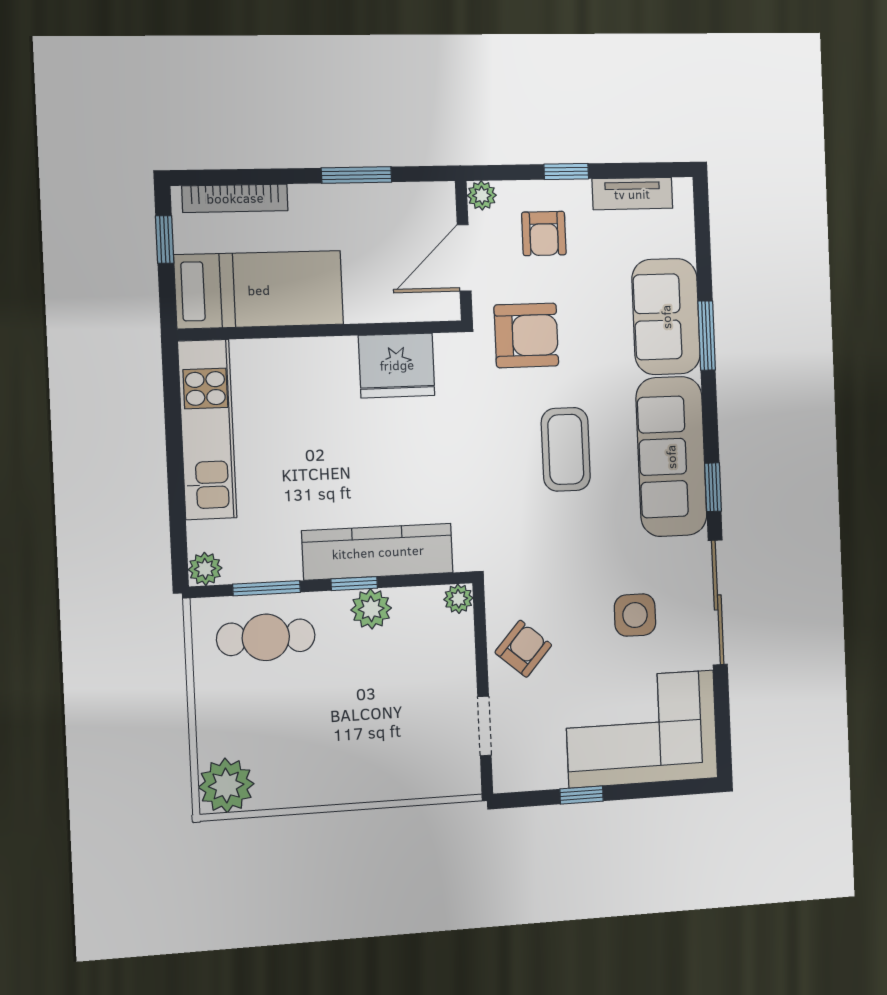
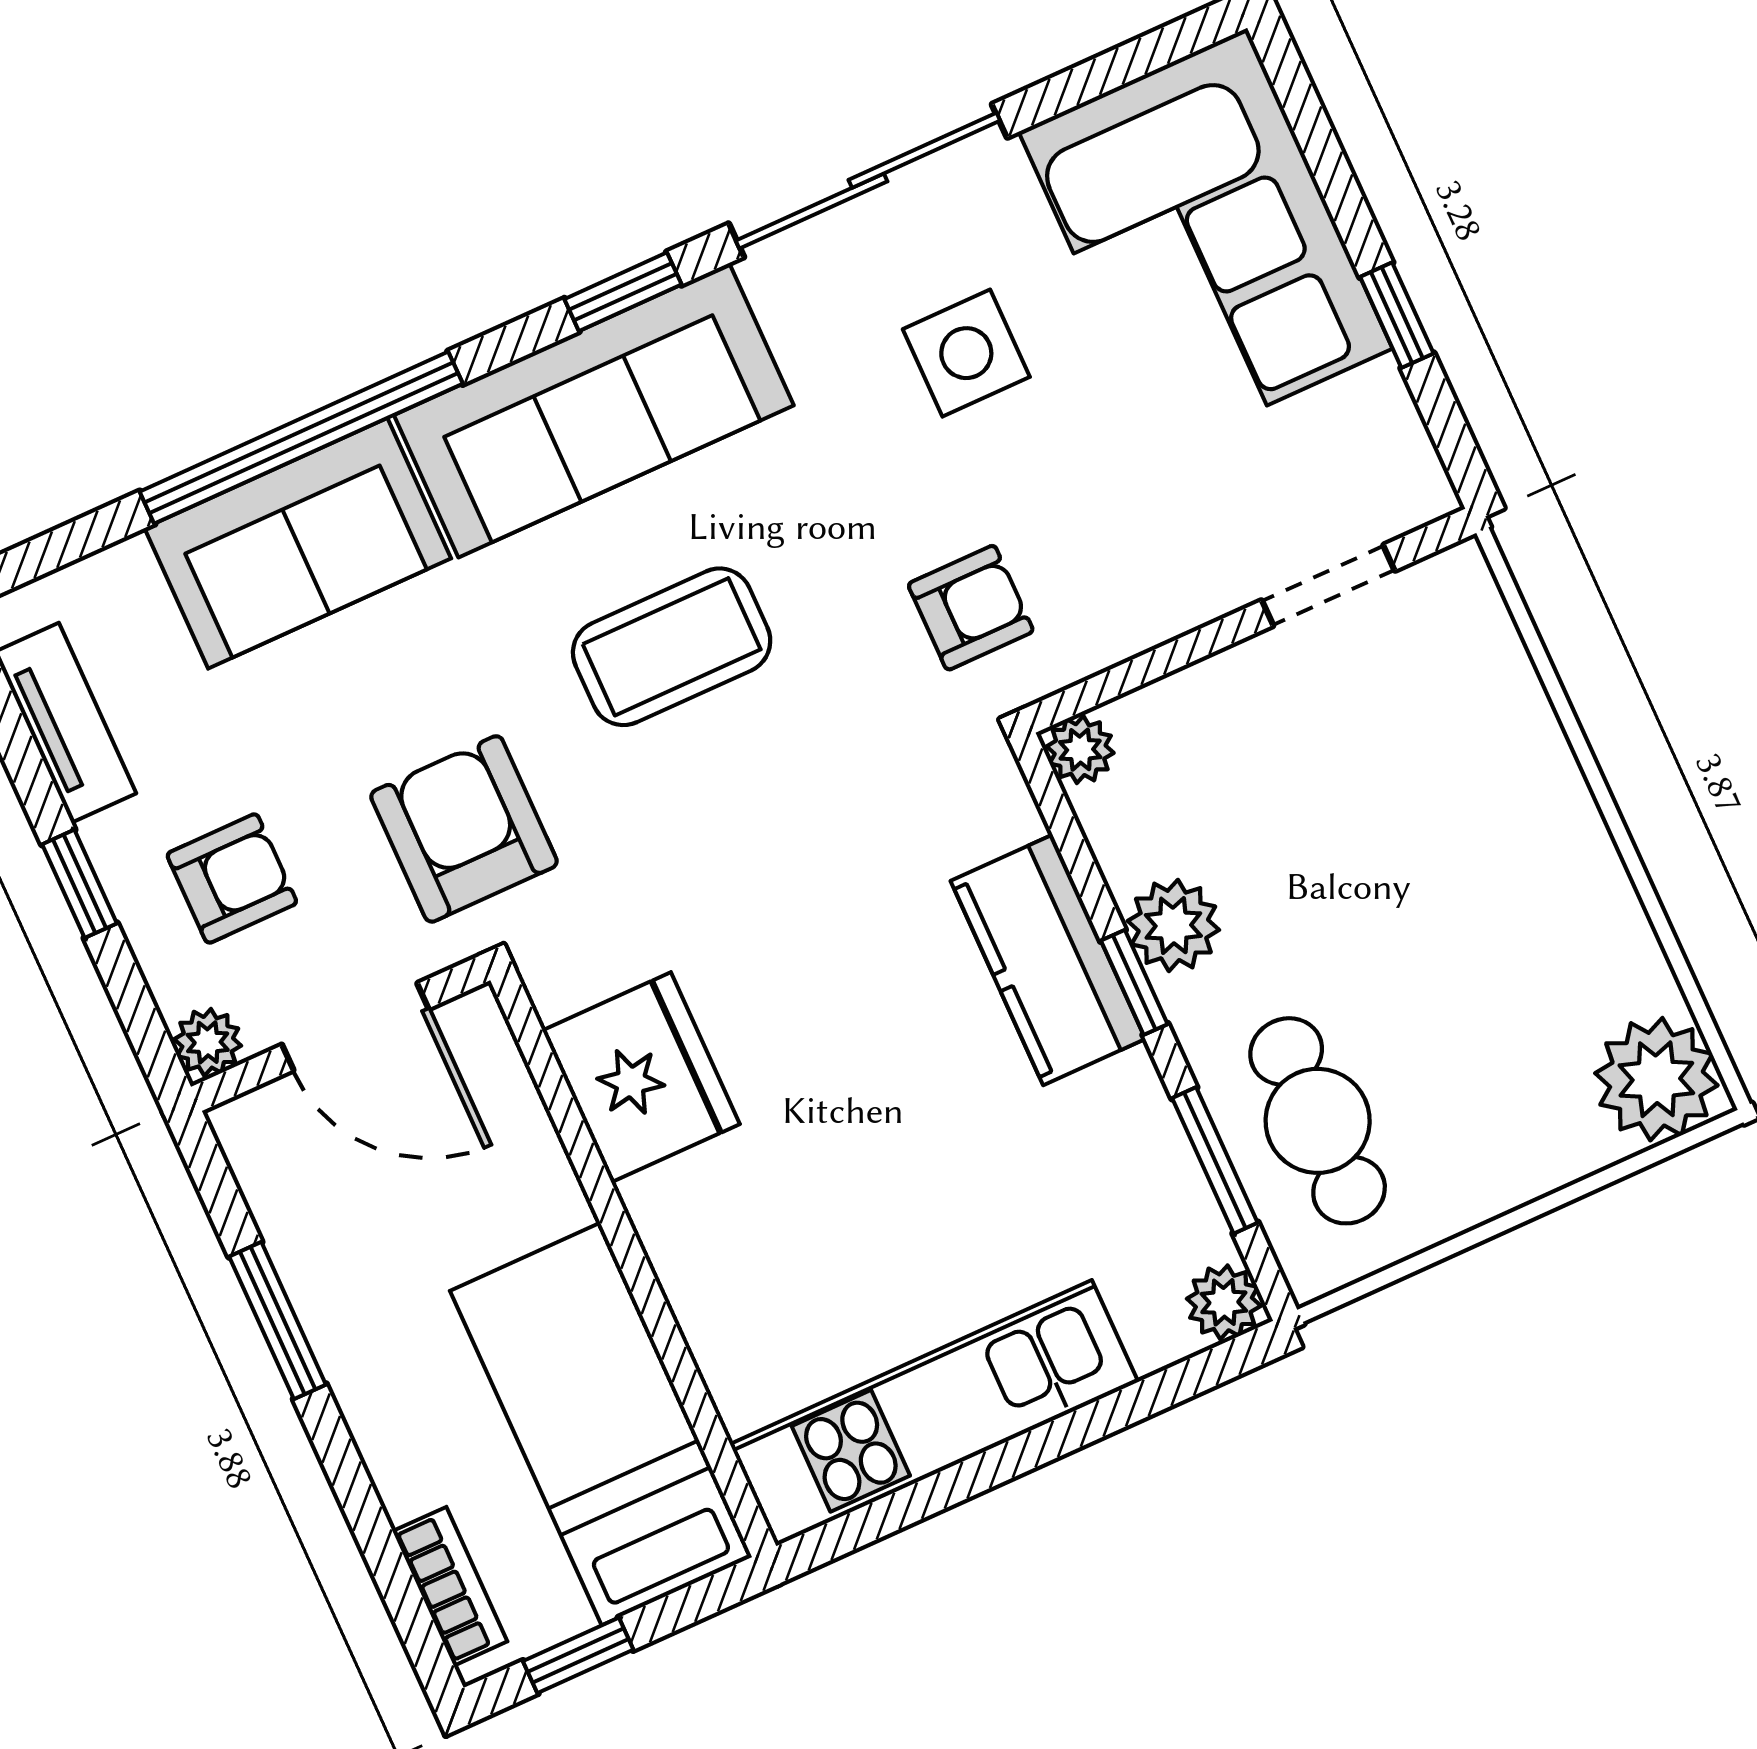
bookcase: (235, 198) -> (450, 1586), width x0.64
window: (707, 336) -> (301, 438), width x2.11
kitchen counter: (378, 552) -> (1048, 960), width x0.67
armchair: (523, 649) -> (971, 608), moved, turned 139

